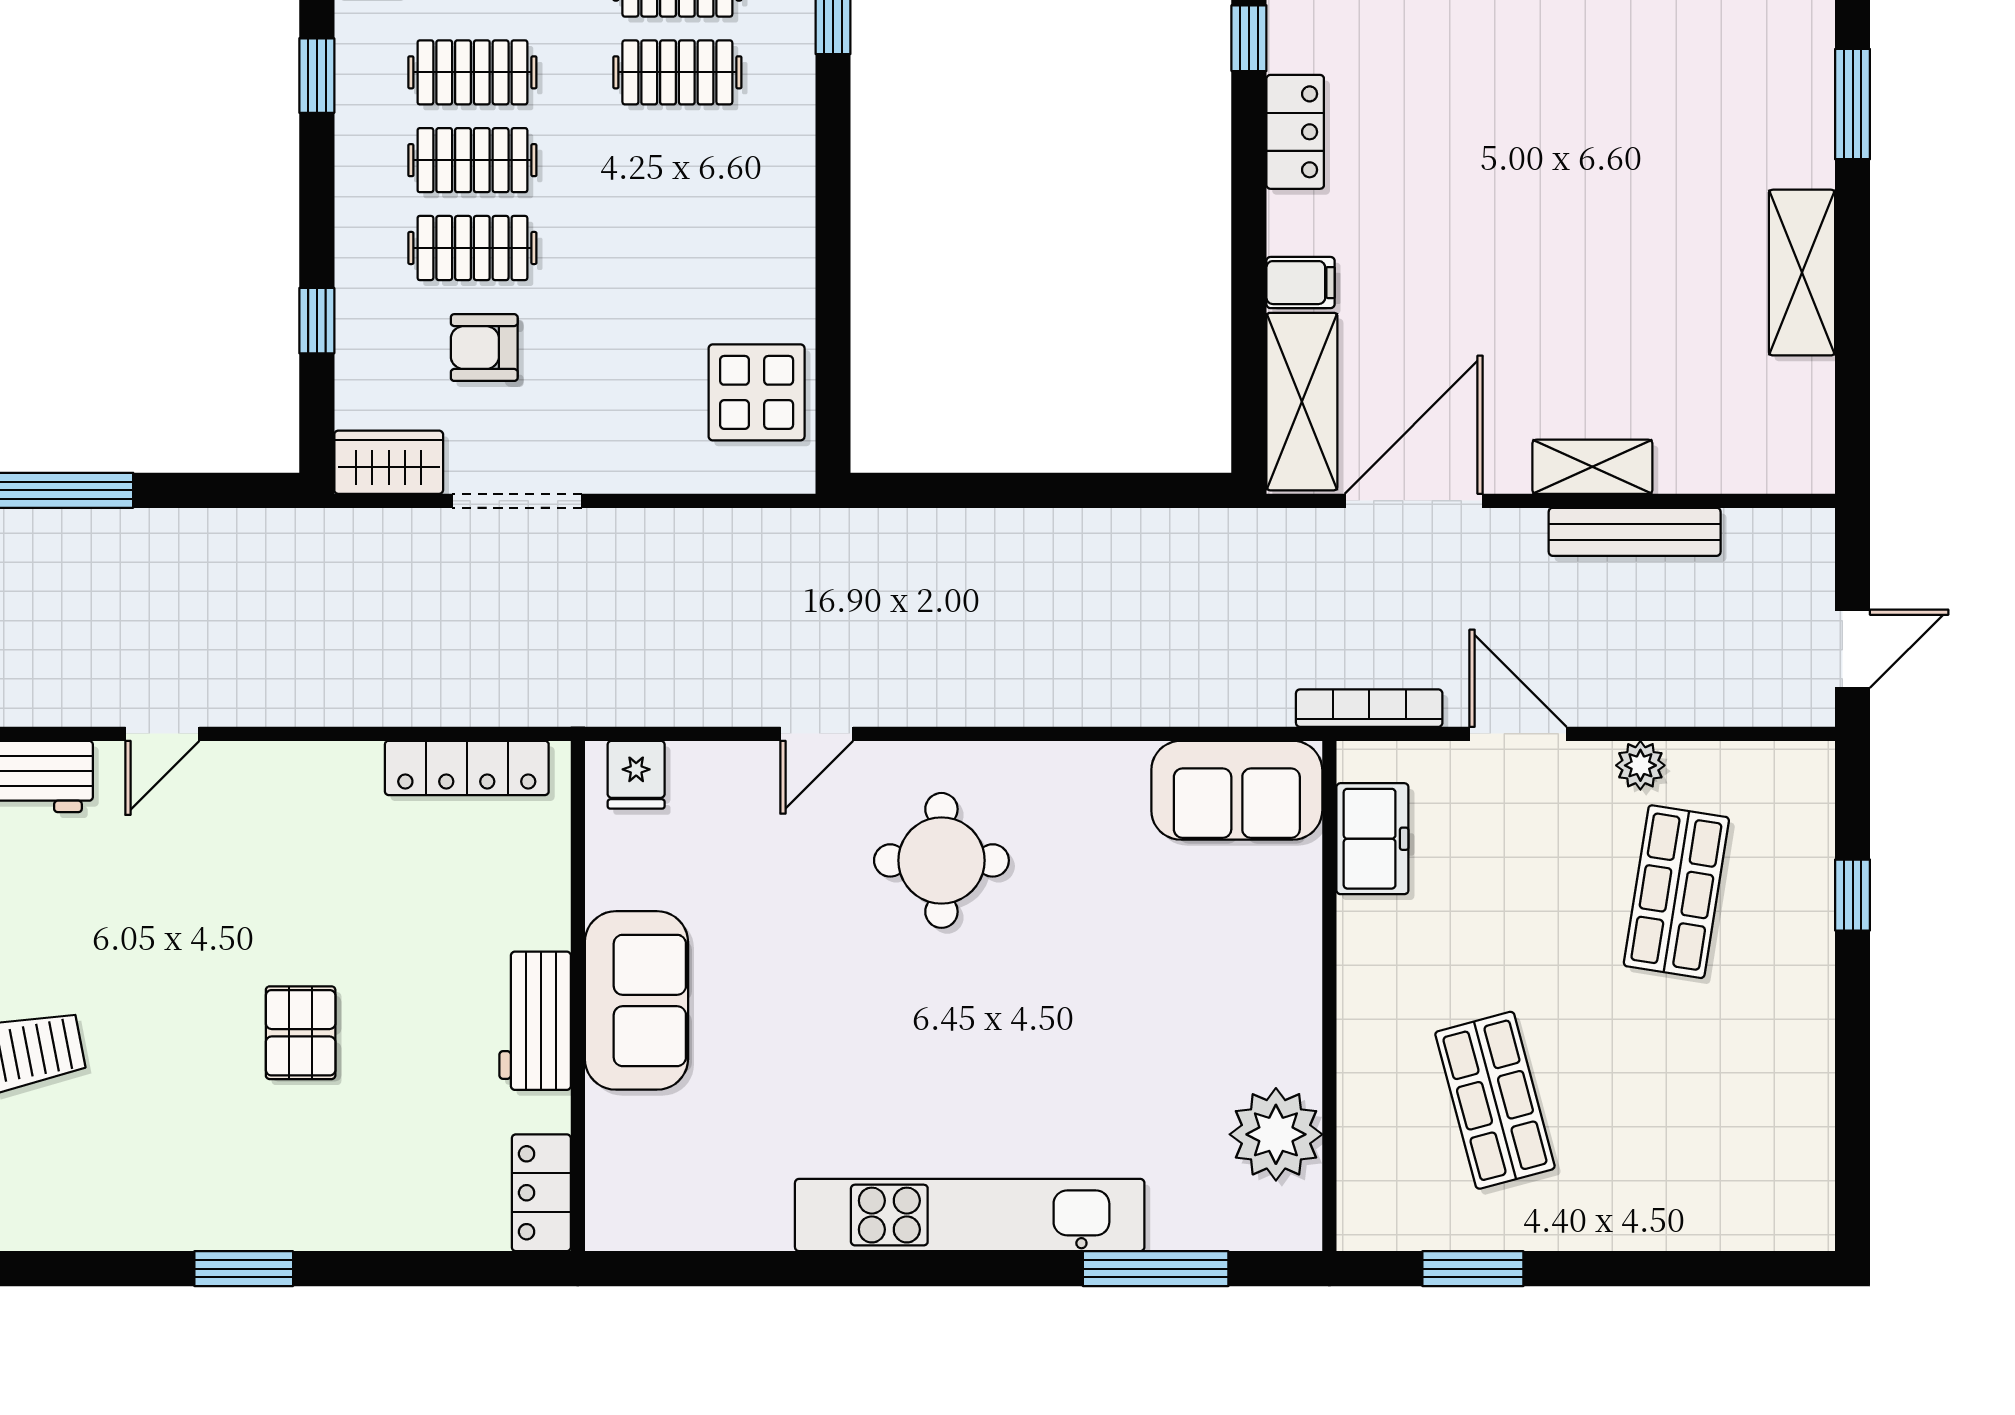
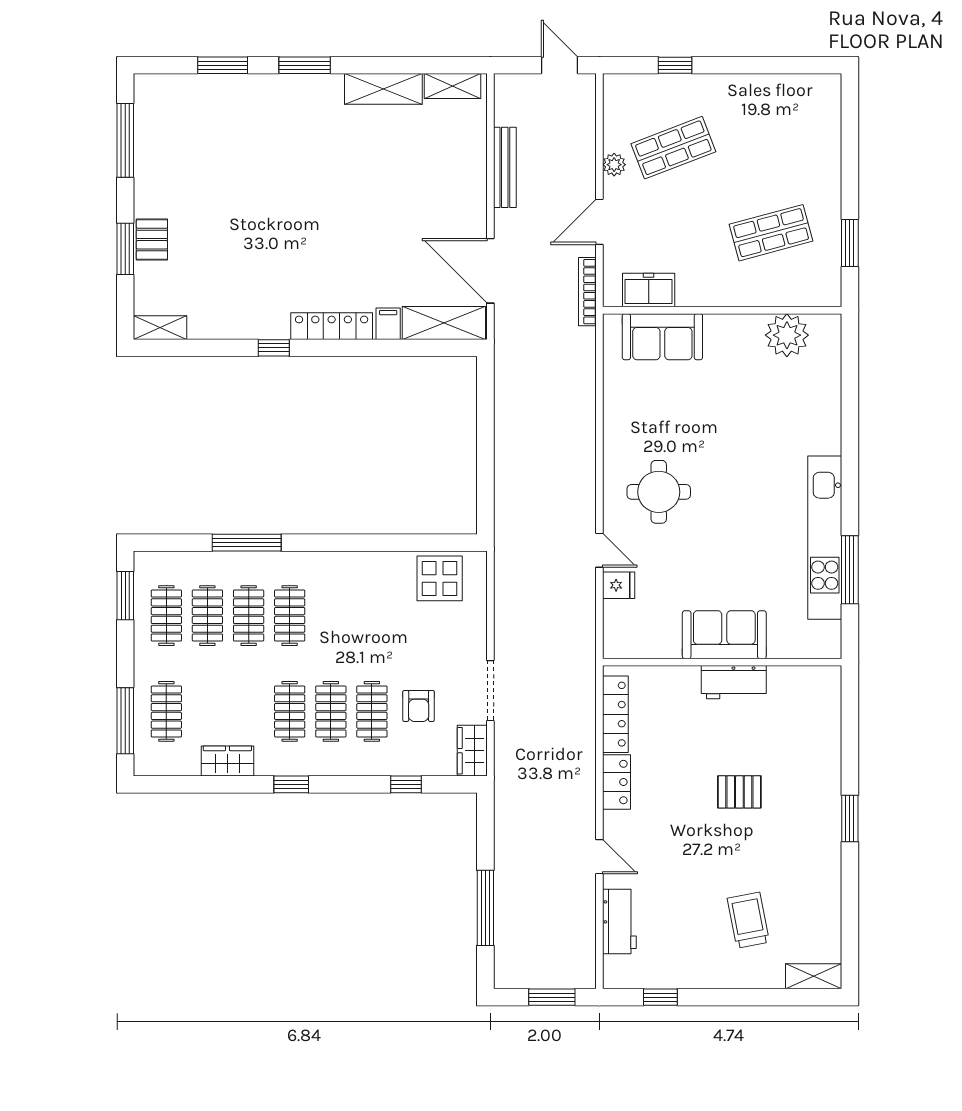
locker: (1295, 132) -> (332, 326), width x1.53
shelving: (1592, 467) -> (453, 86), moved, turned 90
fridge: (636, 775) -> (619, 585), moved
sofa: (1237, 790) -> (662, 337), moved, turned 90
shop shelf: (1676, 892) -> (673, 148), turned -30
locker: (541, 1193) -> (617, 782), moved, turned -90
kitchen unit: (970, 1215) -> (825, 538), moved
window: (1156, 1269) -> (850, 570), moved

